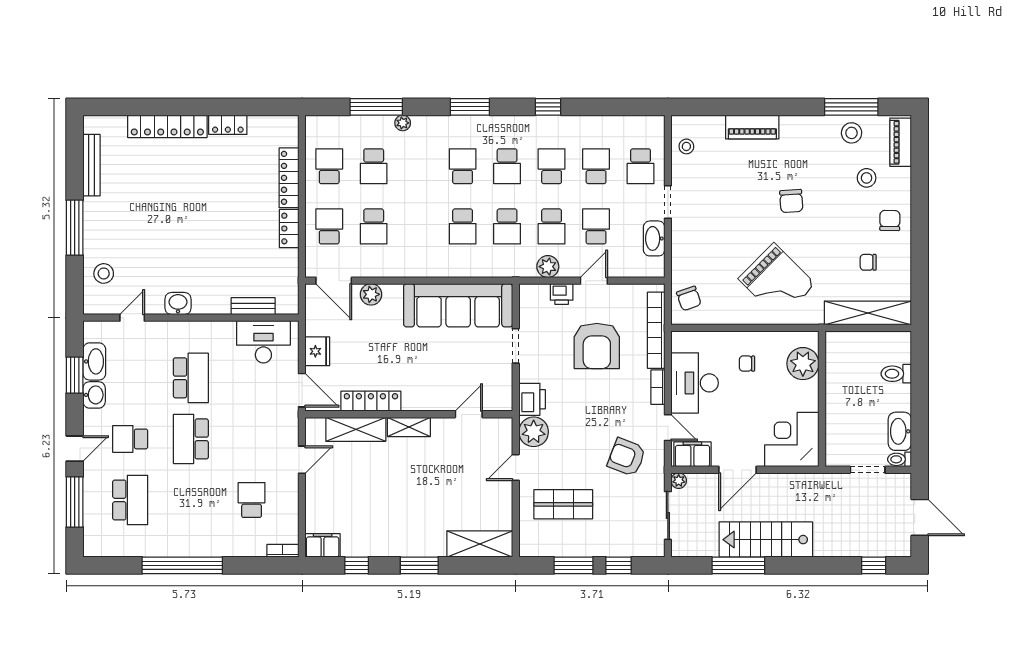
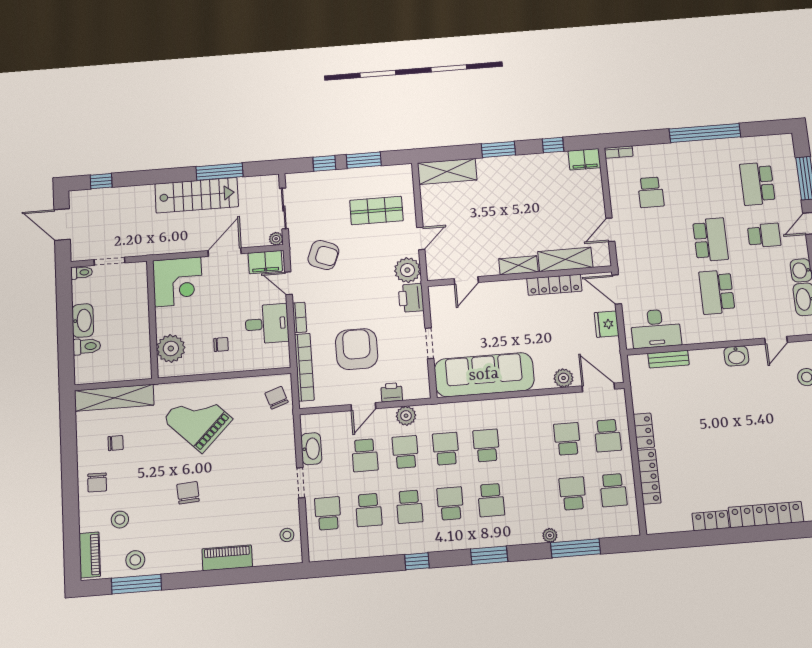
desk: (695, 383) -> (267, 324), width x0.73
washbasin: (900, 431) -> (83, 321), moved

